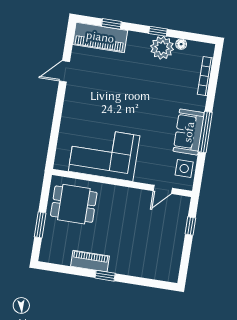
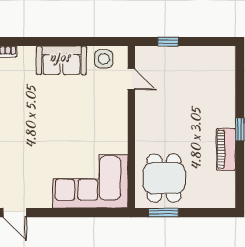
window: (205, 132) -> (58, 42), removed
corner sofa: (104, 153) -> (90, 181), moved, turned 90
window: (40, 225) -> (164, 213), moved

